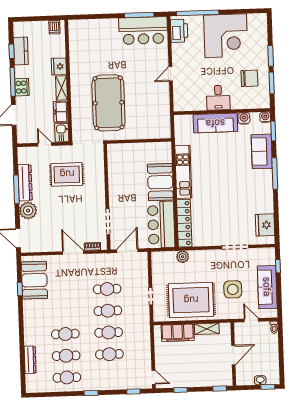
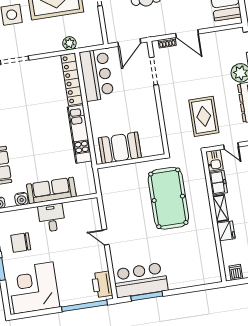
corner desk: (226, 36) -> (34, 288), moved
door: (171, 74) -> (106, 237), swing flipped
rug: (67, 174) -> (204, 116), turned 90
booth: (160, 182) -> (120, 148), moved, turned 90

